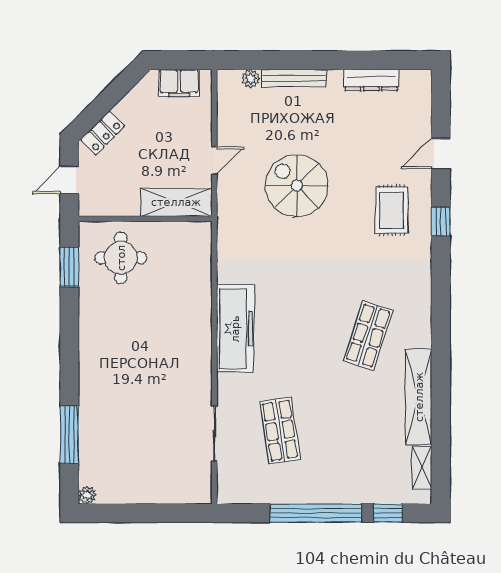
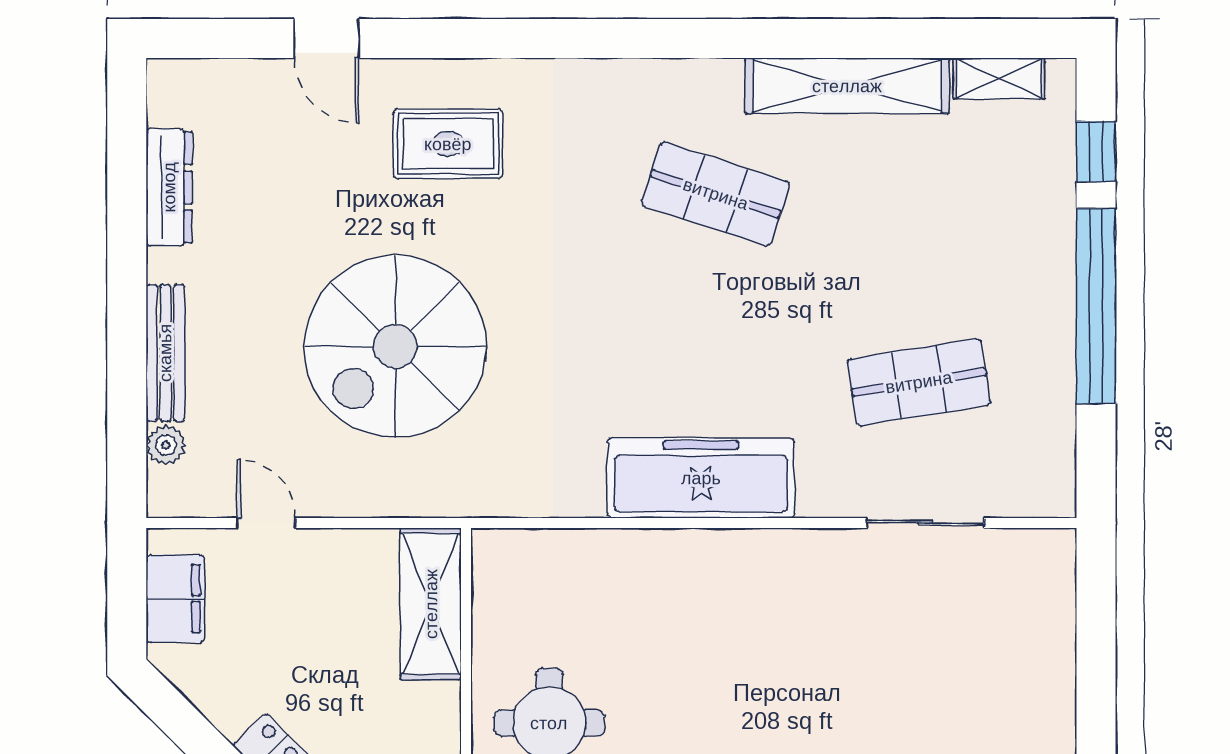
door: (214, 160) -> (266, 523), moved
spiral stairs: (297, 186) -> (395, 346), width x1.37, depth x1.37
window: (441, 221) -> (472, 38), removed

